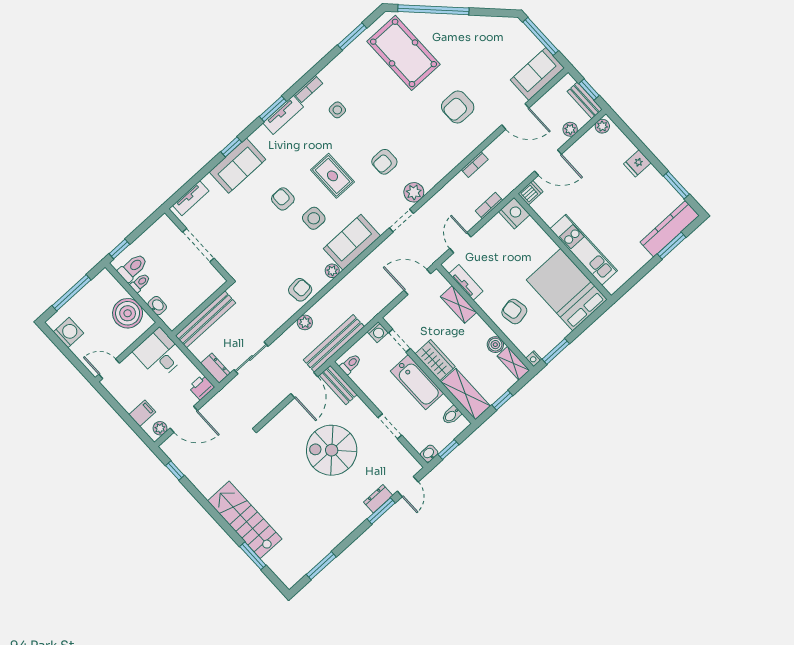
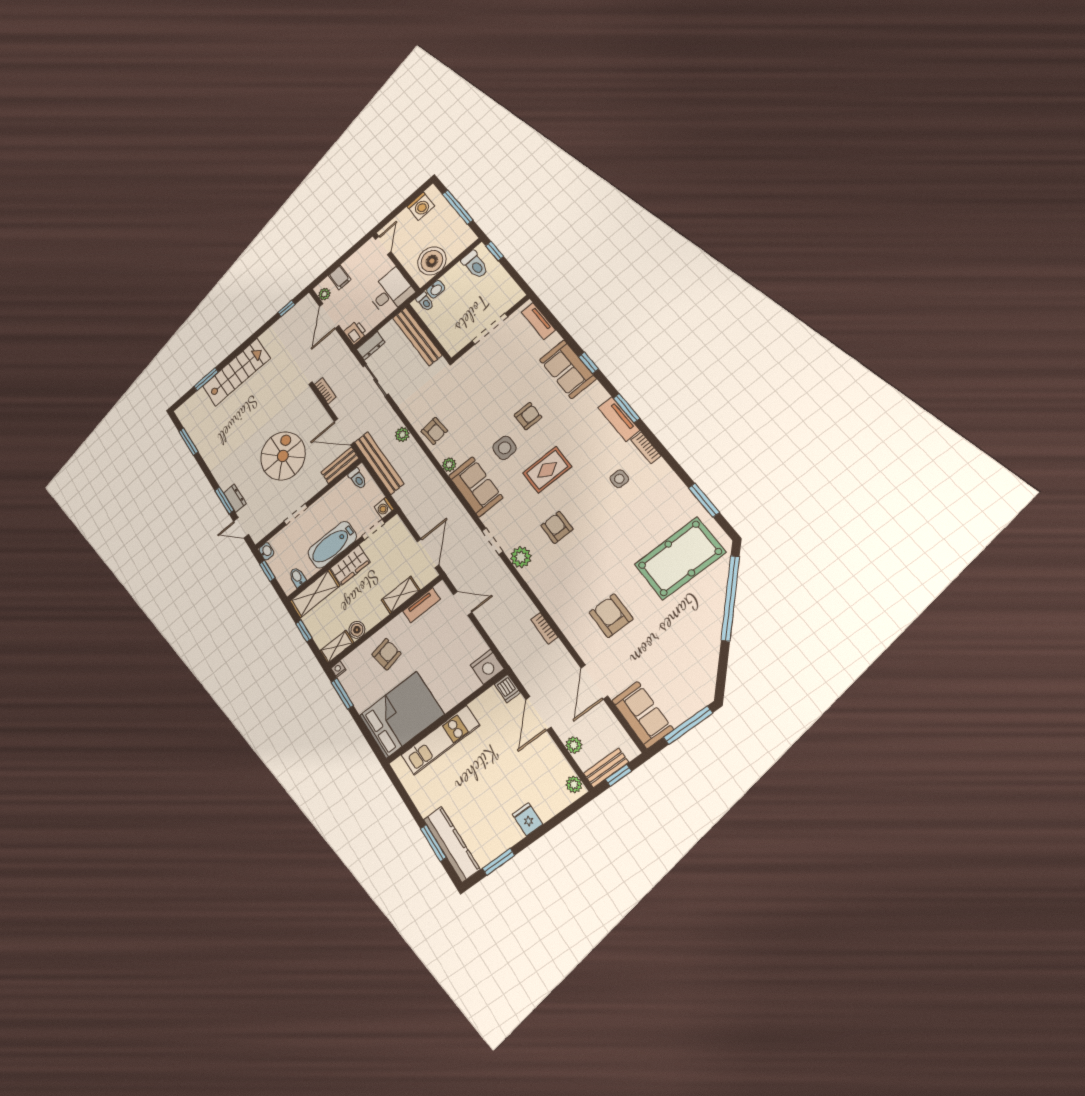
bookcase: (489, 206) -> (325, 391), moved
toilet: (140, 283) -> (425, 302), moved

